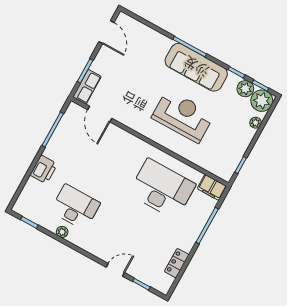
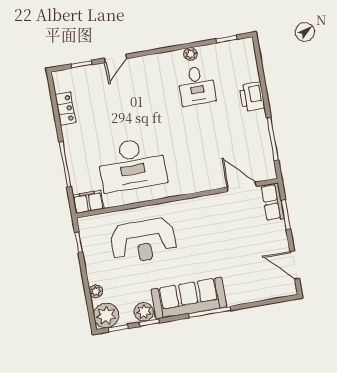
plant: (245, 89) -> (144, 312), moved
reception desk: (183, 116) -> (143, 241), moved
desk: (75, 207) -> (197, 86), width x0.73

